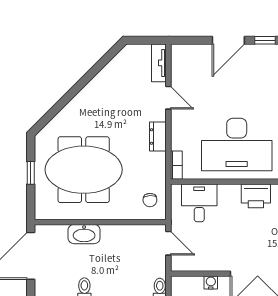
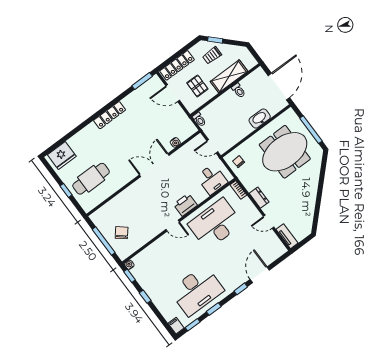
window: (31, 173) -> (311, 130), width x2.17

